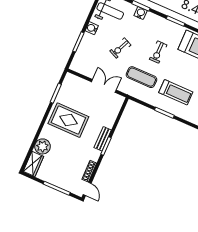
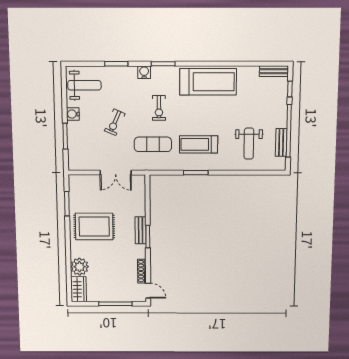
water cooler: (141, 13) -> (144, 72), moved
double door: (104, 86) -> (116, 173), swing flipped
treadmill: (176, 92) -> (199, 144), turned 180

